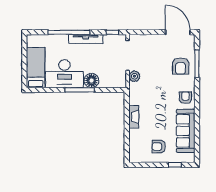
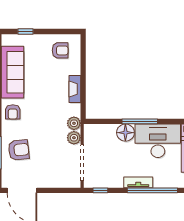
tv unit: (86, 39) -> (138, 182), width x0.71
armchair: (181, 66) -> (19, 150), turned 84
plant: (134, 88) -> (74, 123), added
armchair: (159, 147) -> (60, 50), moved

